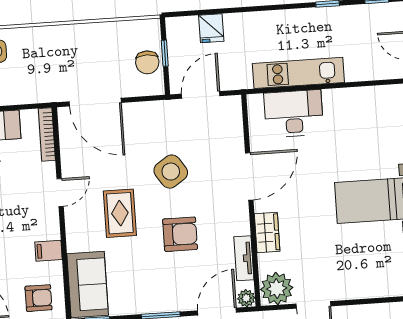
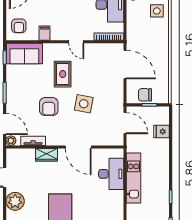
door: (95, 102) -> (125, 65), swing flipped
side table: (171, 172) -> (84, 104), turned 45
rug: (120, 213) -> (63, 74), turned 90
plant: (277, 289) -> (15, 201), moved

